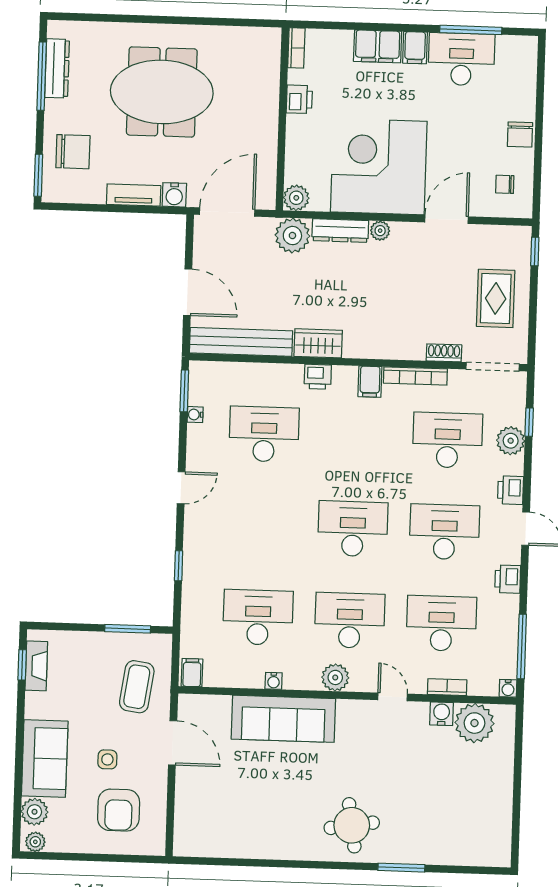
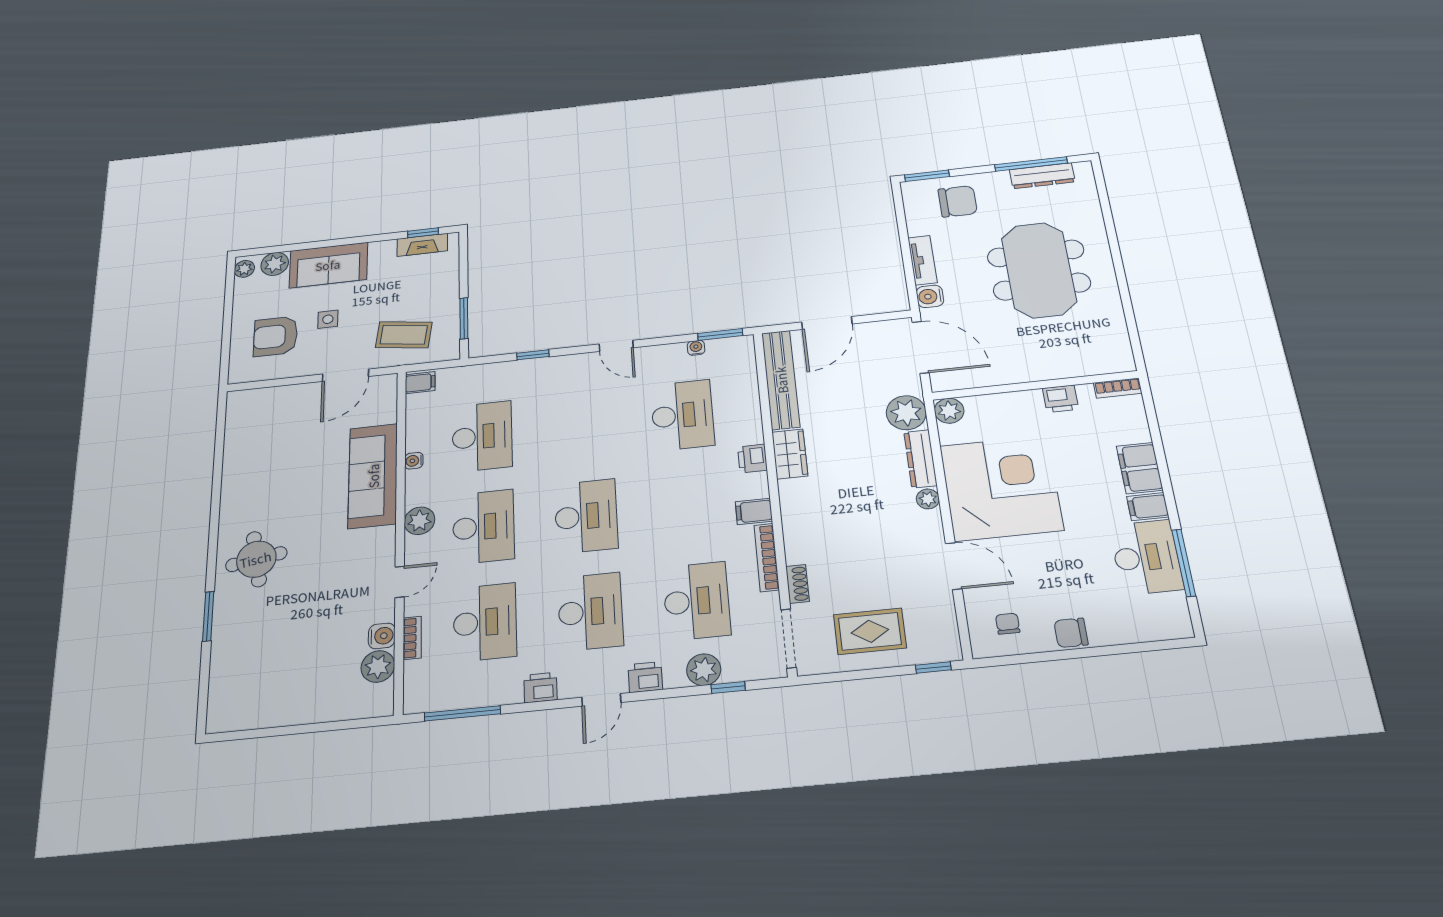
chair: (73, 152) -> (958, 201), turned -90
water cooler: (508, 688) -> (413, 704), removed
plant: (475, 723) -> (378, 666), width x0.73, depth x0.73

